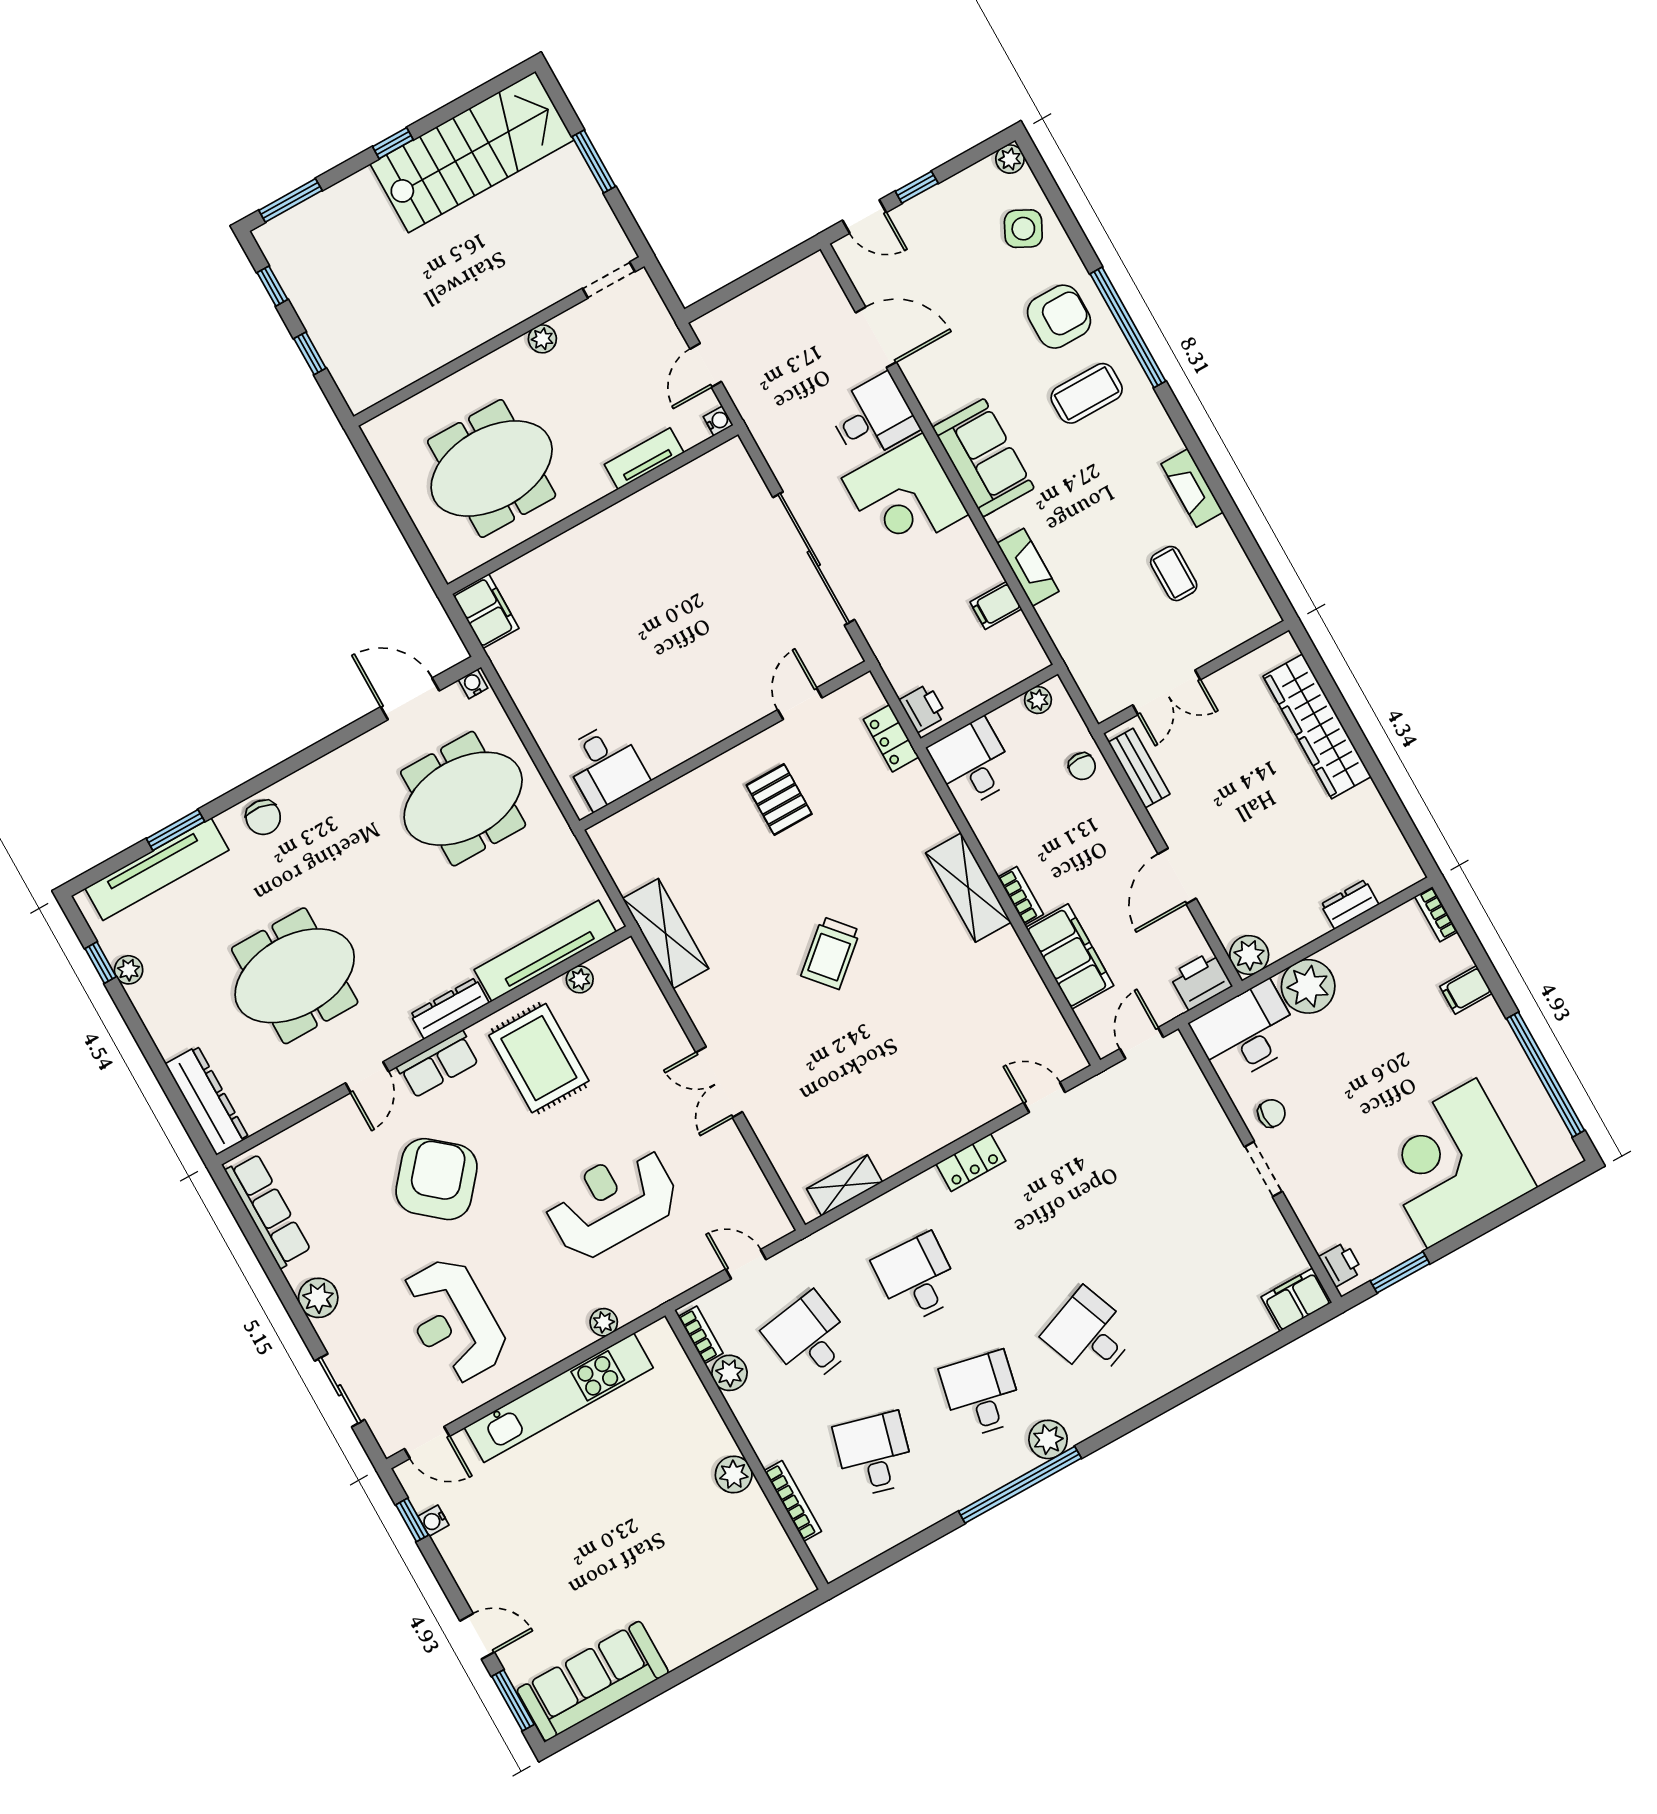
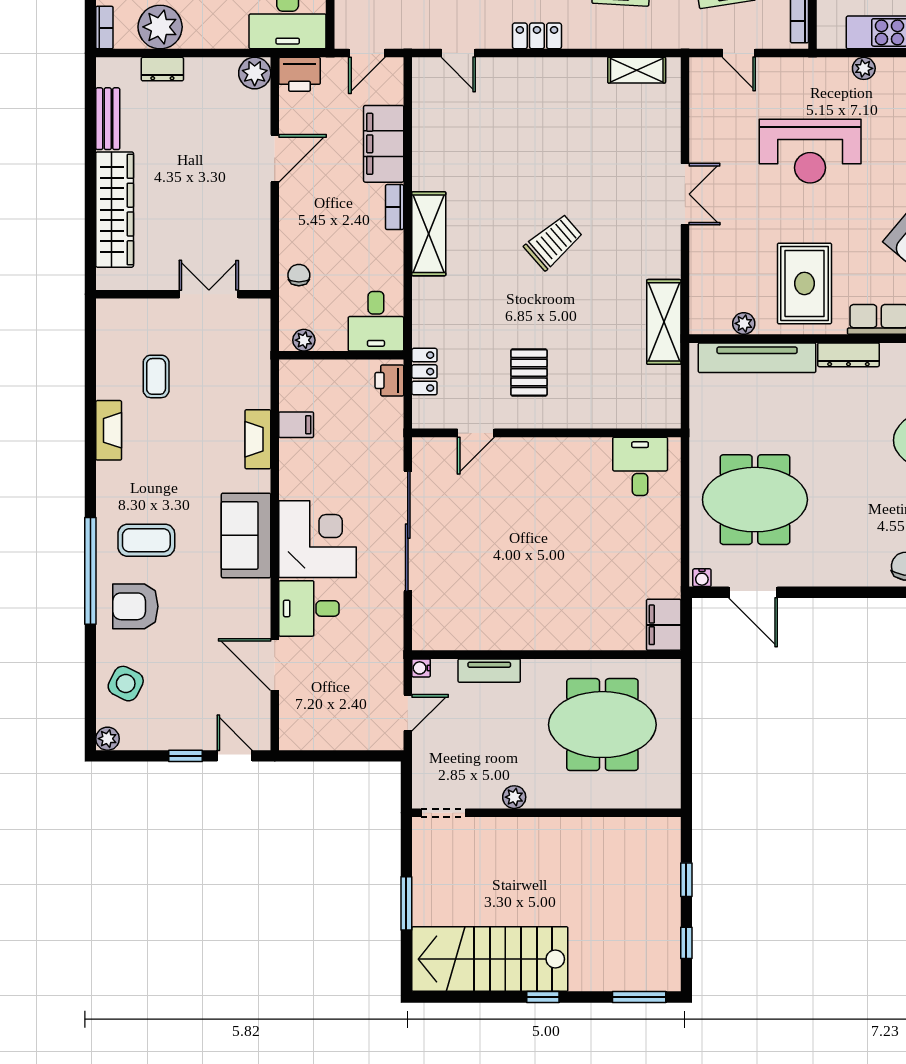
bench: (1139, 768) -> (108, 119), moved
plant: (1308, 986) -> (160, 27), moved

